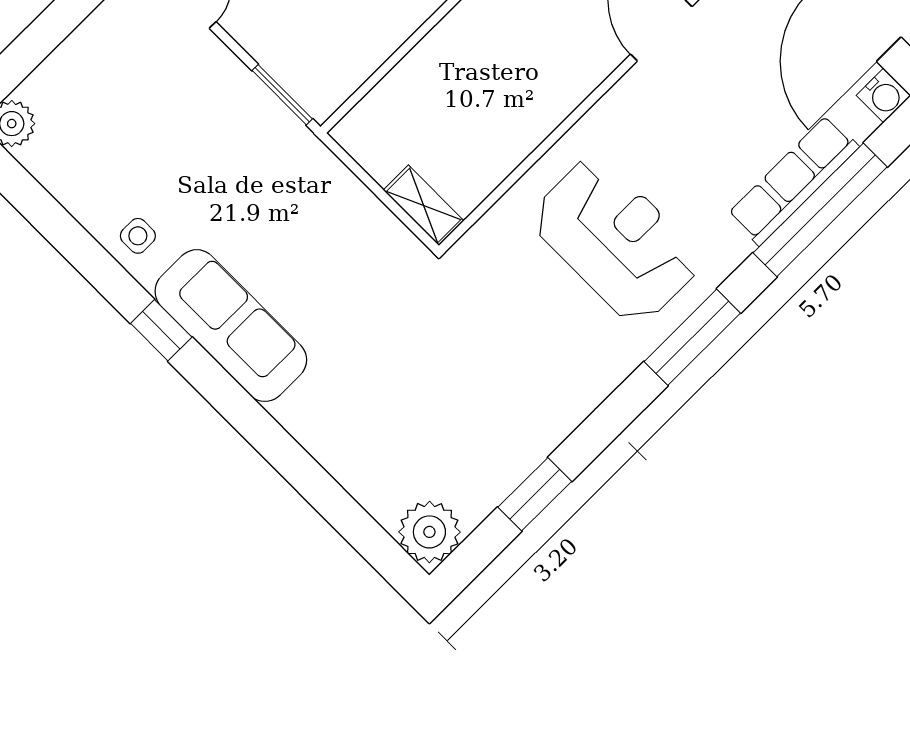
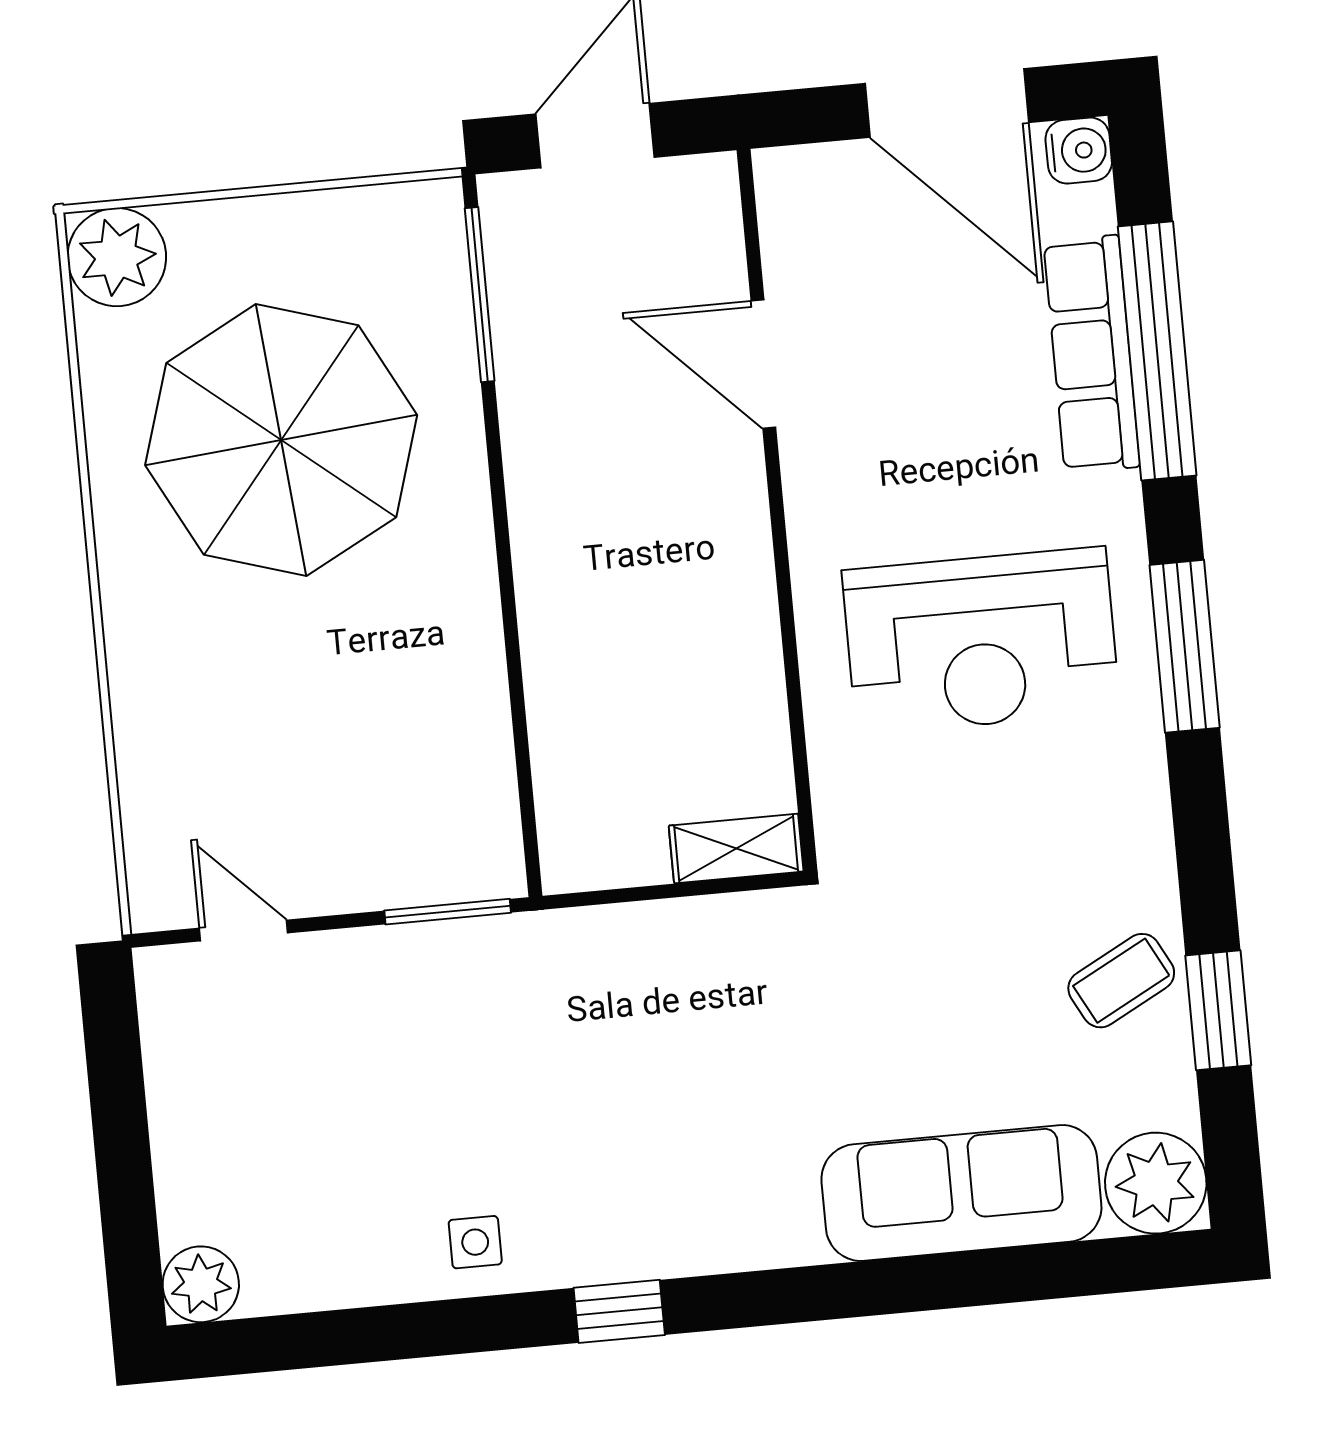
reception desk: (616, 240) -> (981, 641), turned 180
sofa: (231, 326) -> (961, 1193), moved
coffee table: (511, 437) -> (1121, 981), added

